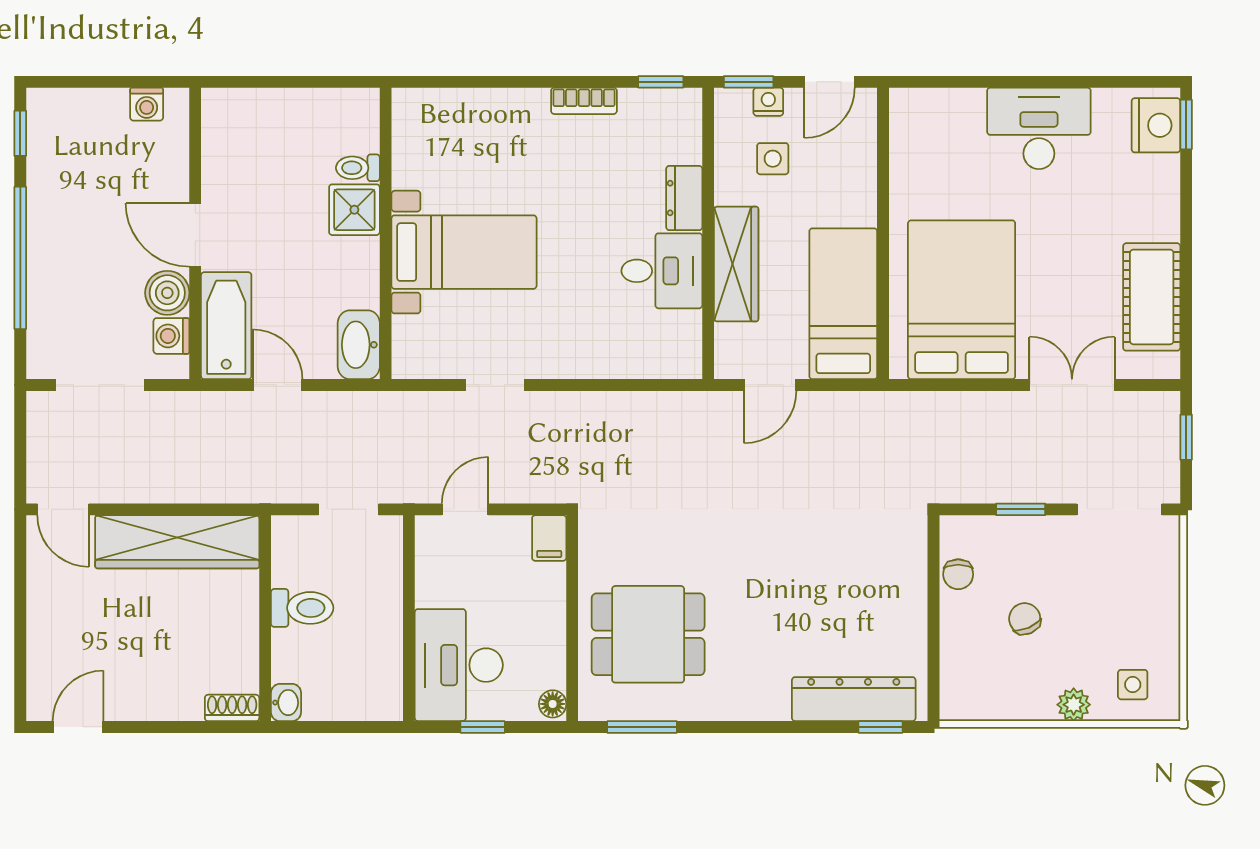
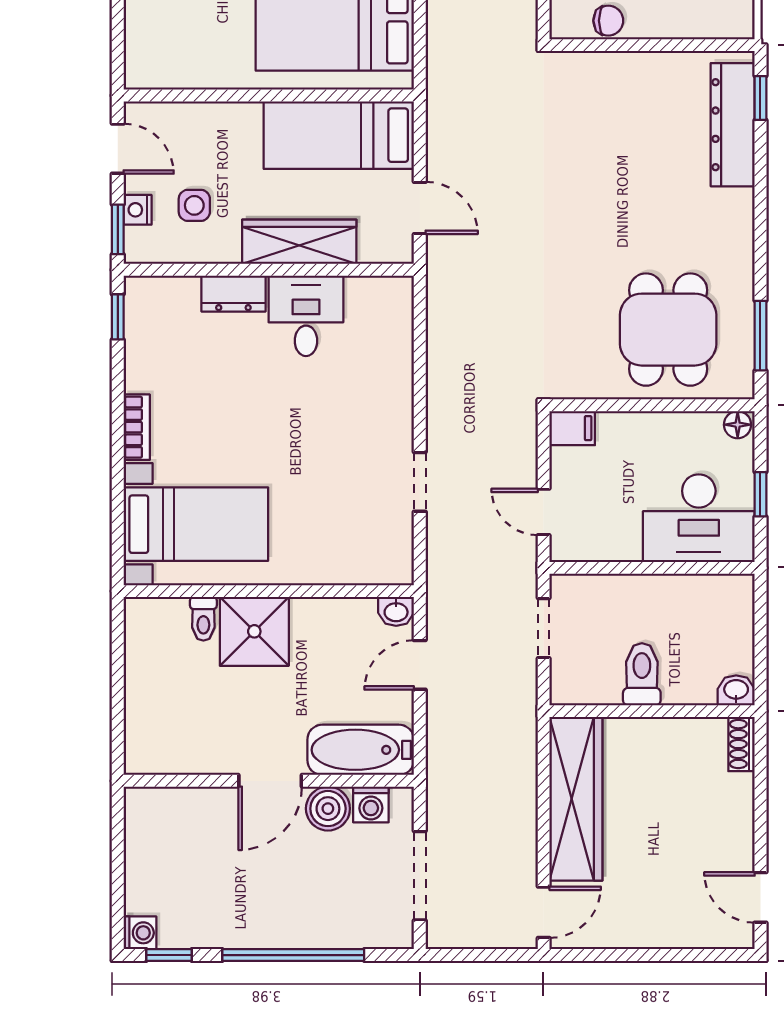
bookcase: (584, 101) -> (137, 427), moved
washing machine: (147, 104) -> (140, 933), moved
shower: (354, 210) -> (254, 631), width x1.36, depth x1.36
bed with nightstands: (464, 252) -> (196, 524), moved, turned 90
washbasin: (359, 345) -> (396, 611), width x0.52, depth x0.69
door: (278, 385) -> (420, 665), moved

